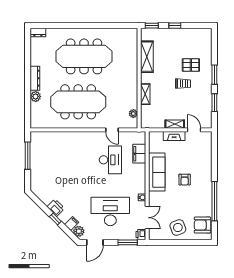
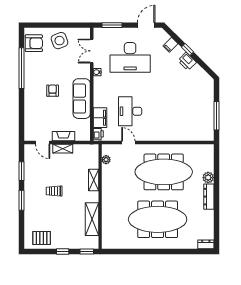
pallet: (191, 65) -> (42, 238), moved
plant: (79, 231) -> (163, 37), removed
printer: (141, 235) -> (98, 134), moved

